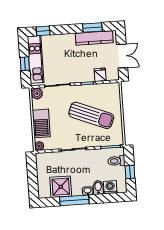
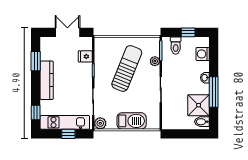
kitchen counter: (94, 38) -> (47, 80), moved
plant: (39, 146) -> (155, 61), moved
bidet: (98, 187) -> (202, 122), moved

